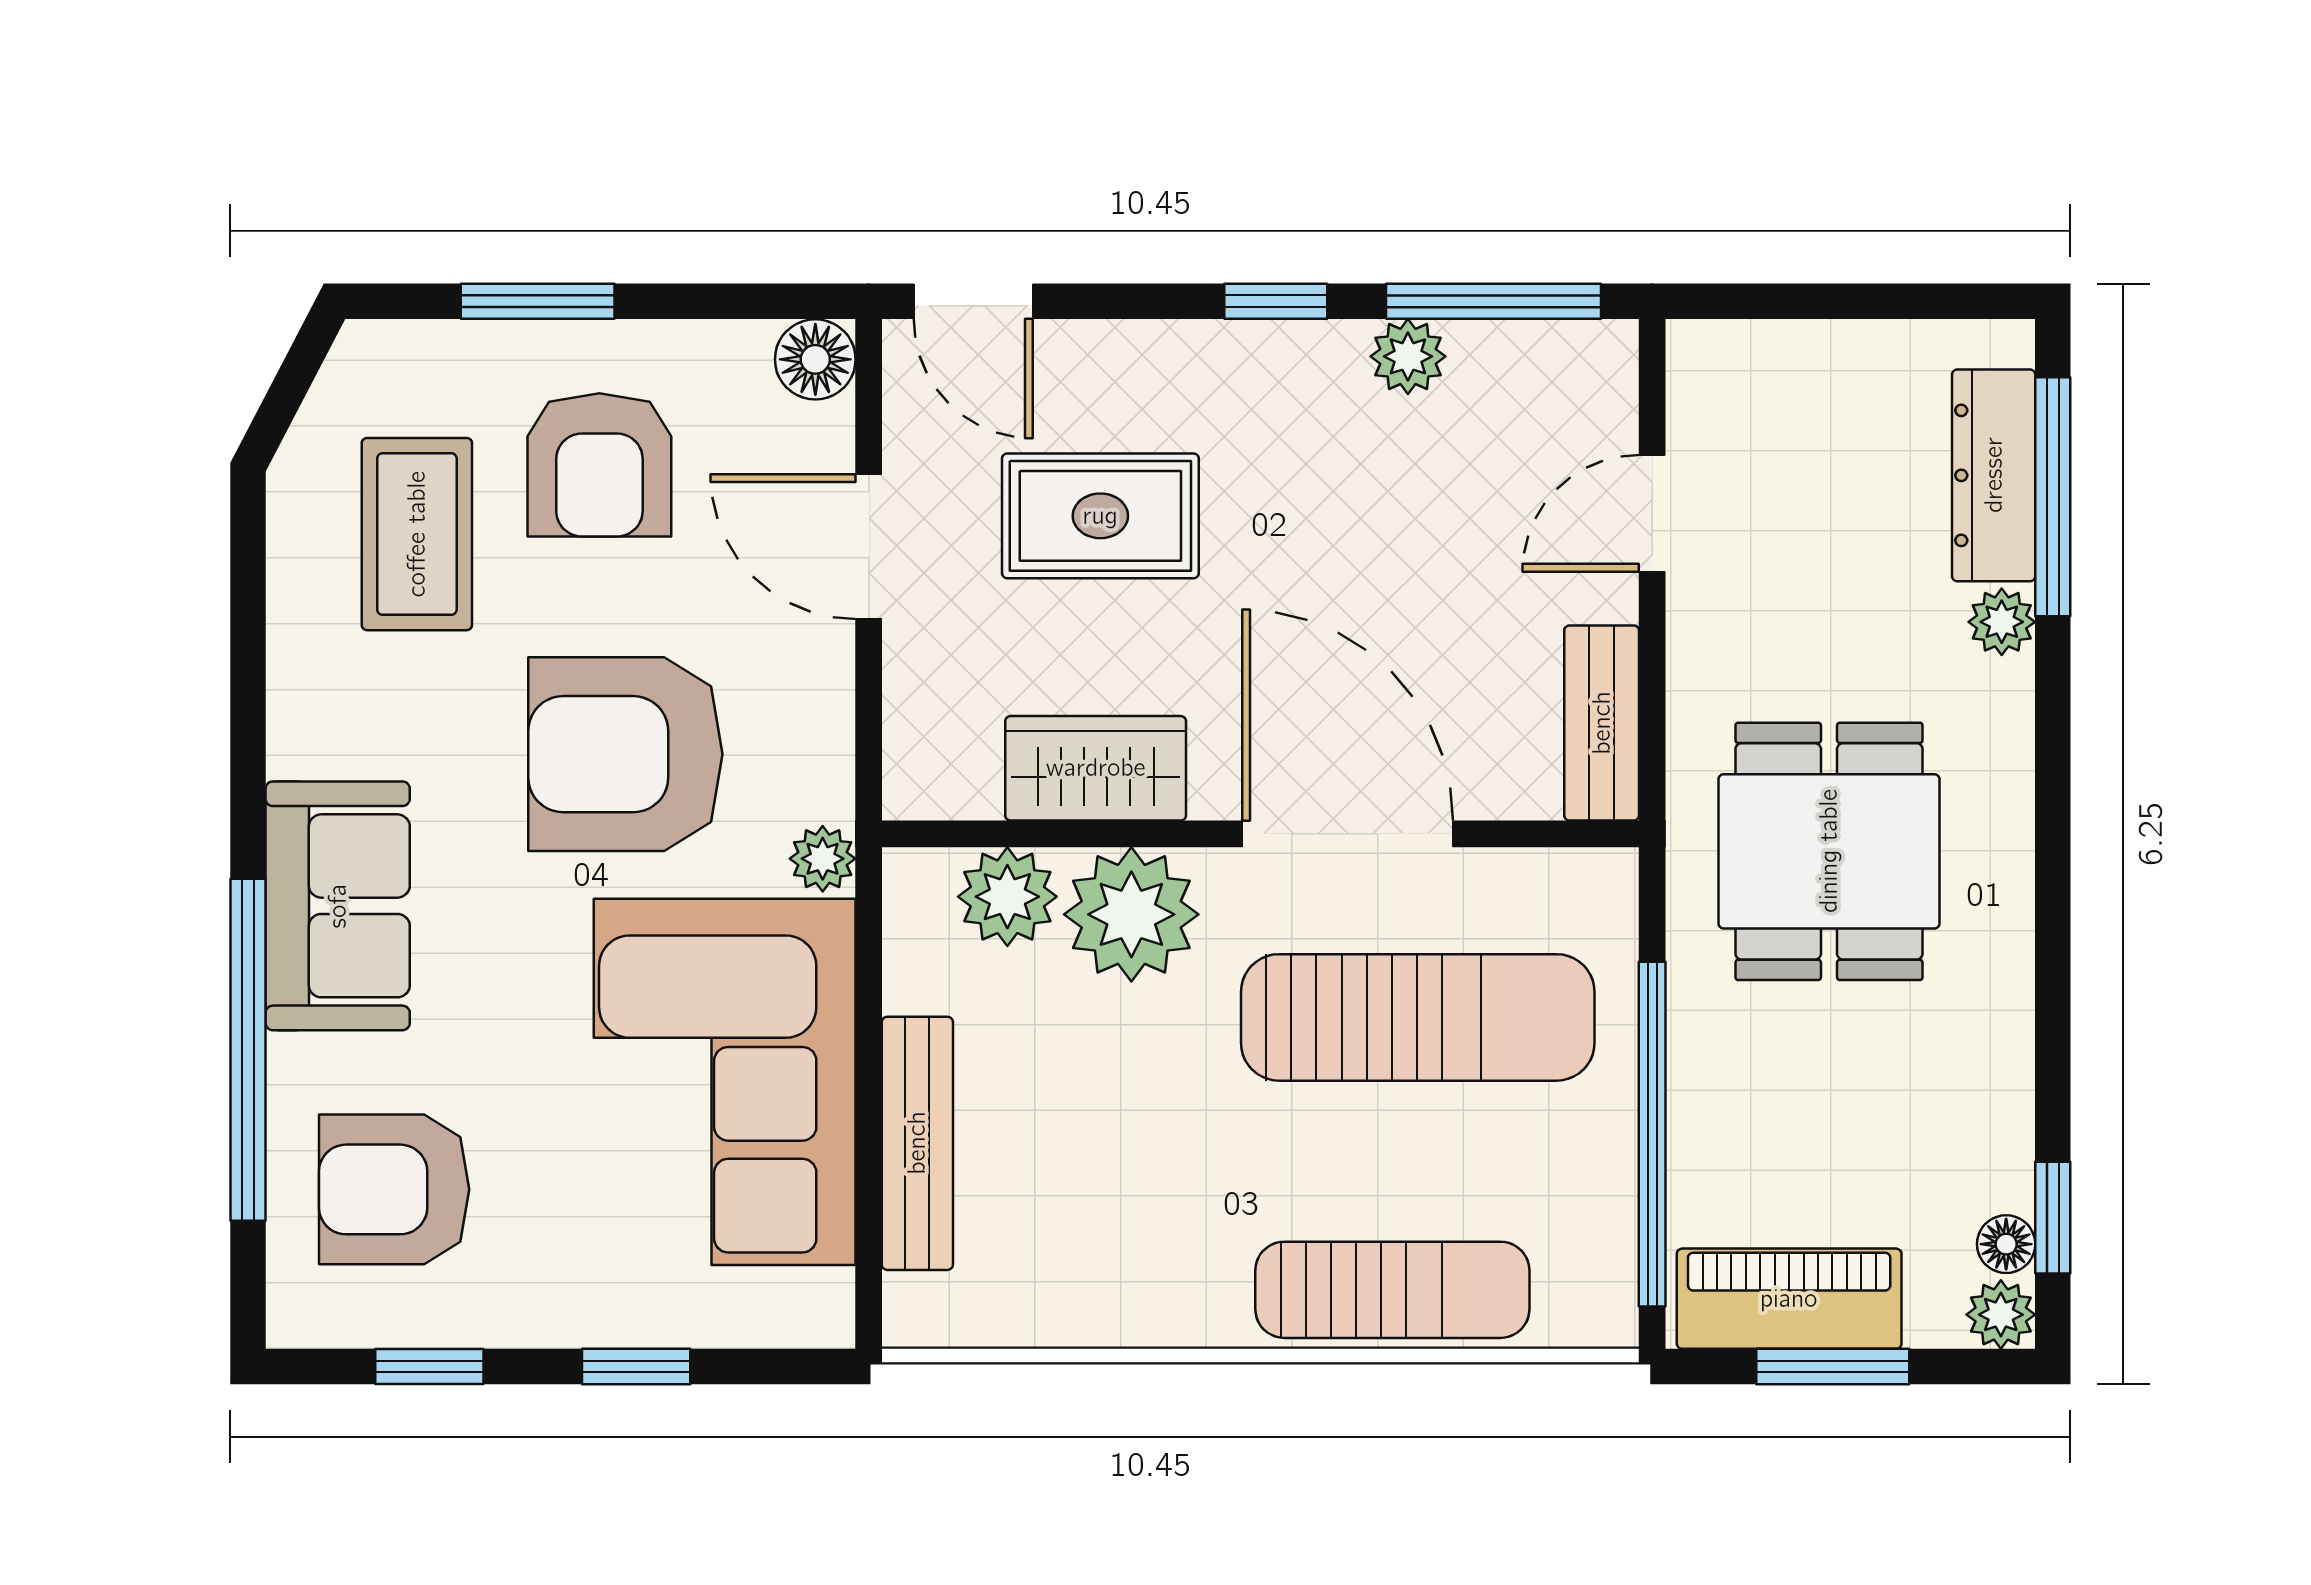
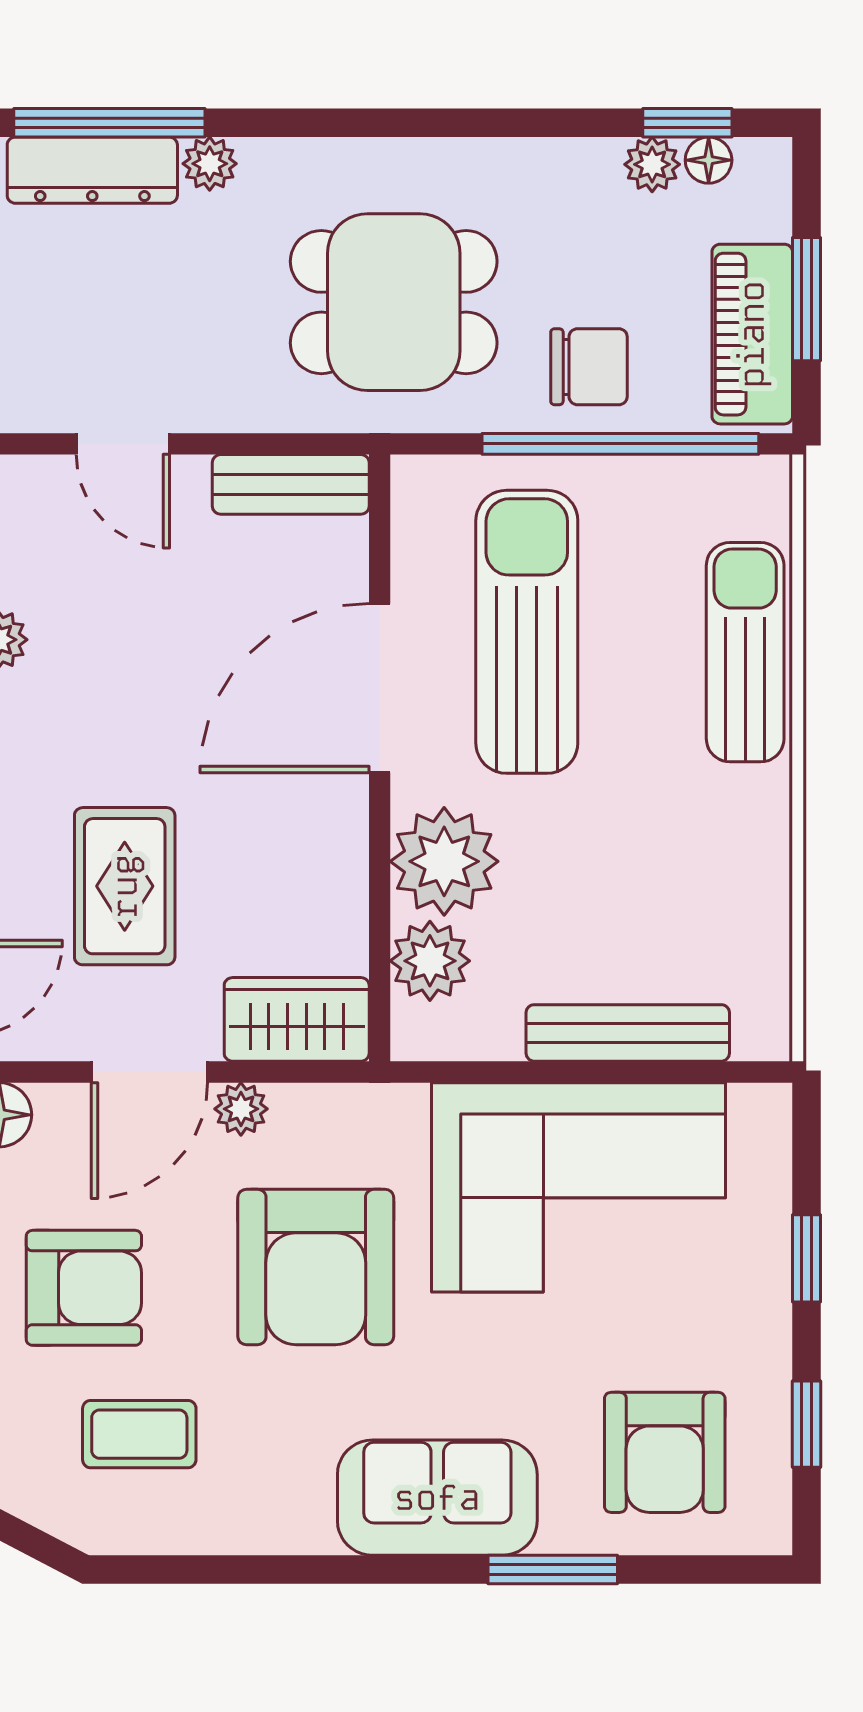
coffee table: (417, 534) -> (139, 1434), width x0.73, depth x0.77
wardrobe: (1096, 768) -> (297, 1019), moved, turned 90
plant: (823, 859) -> (241, 1109), moved
window: (248, 1050) -> (553, 1569), width x0.47
chair: (1748, 1095) -> (589, 367), added
plant: (2001, 1315) -> (652, 164), moved

